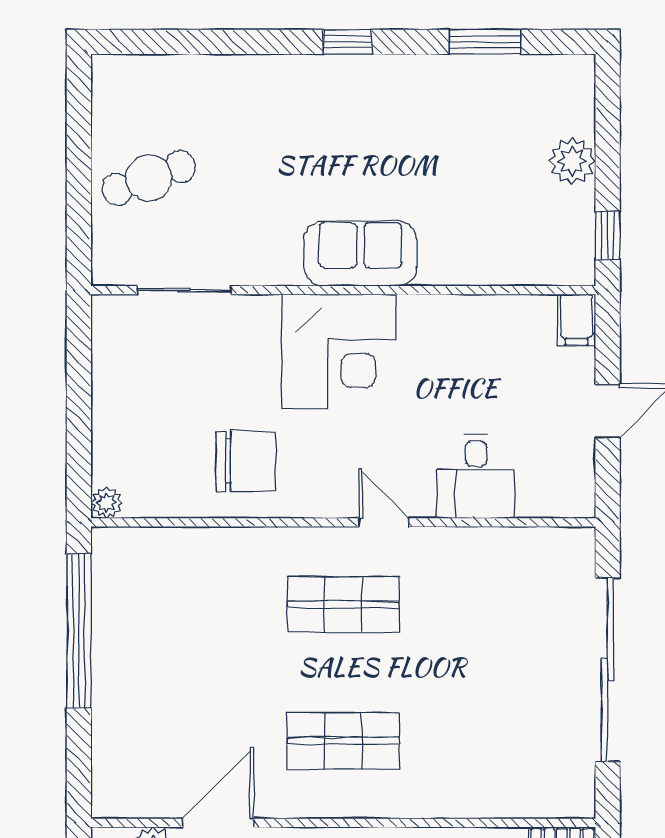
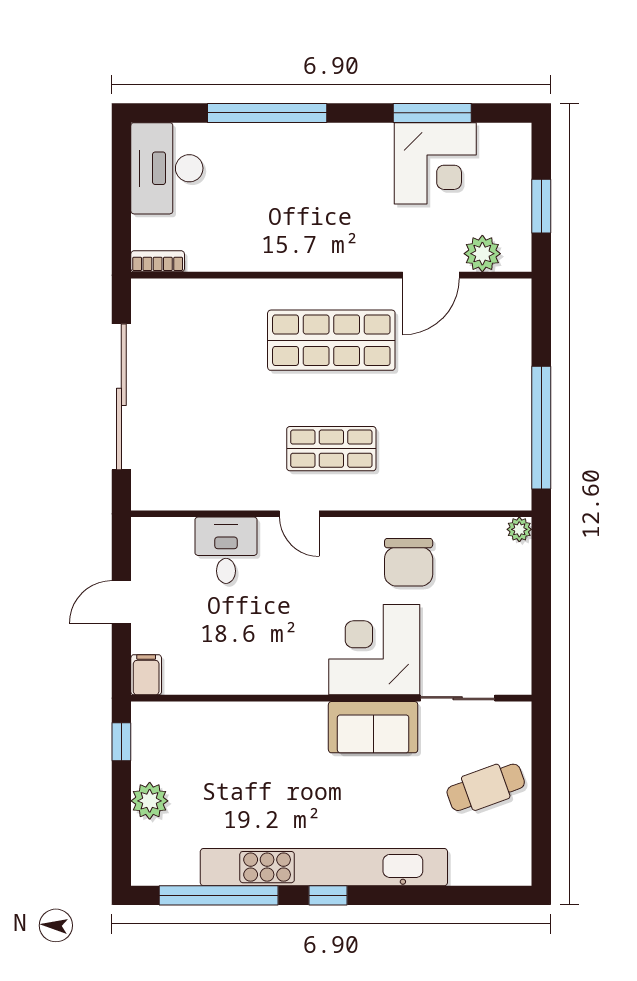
window: (485, 42) -> (219, 895), width x2.11
kitchen unit: (353, 77) -> (324, 867), added
sofa: (360, 254) -> (373, 727), moved
corner desk: (339, 351) -> (374, 650), moved
chair: (246, 461) -> (409, 562), turned -90
shop shelf: (343, 741) -> (331, 340), width x1.43, depth x1.36

